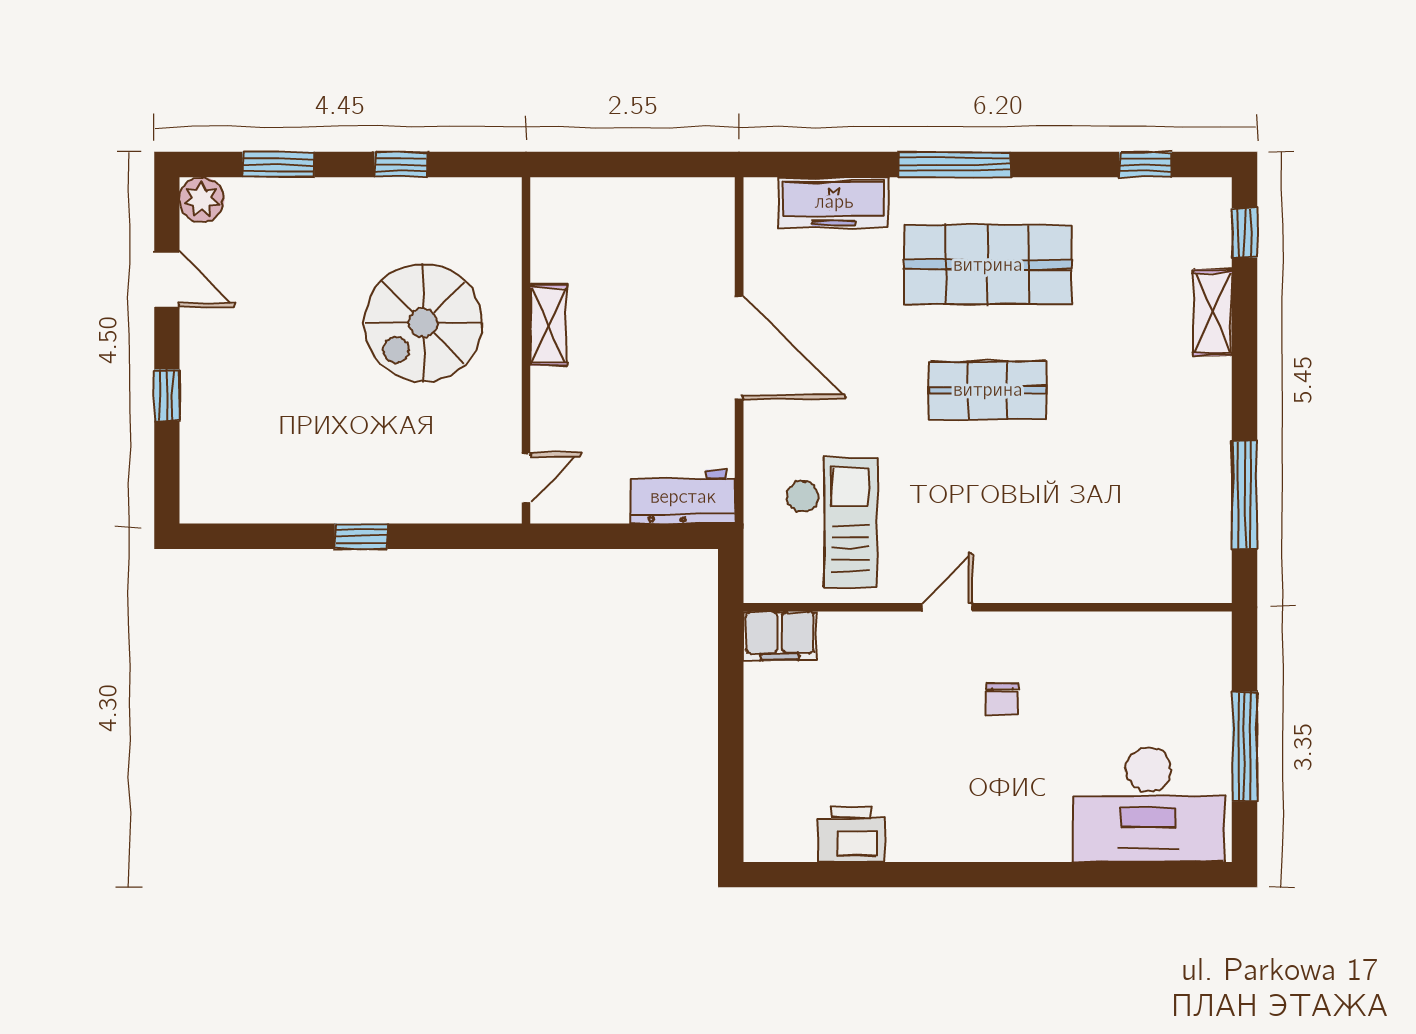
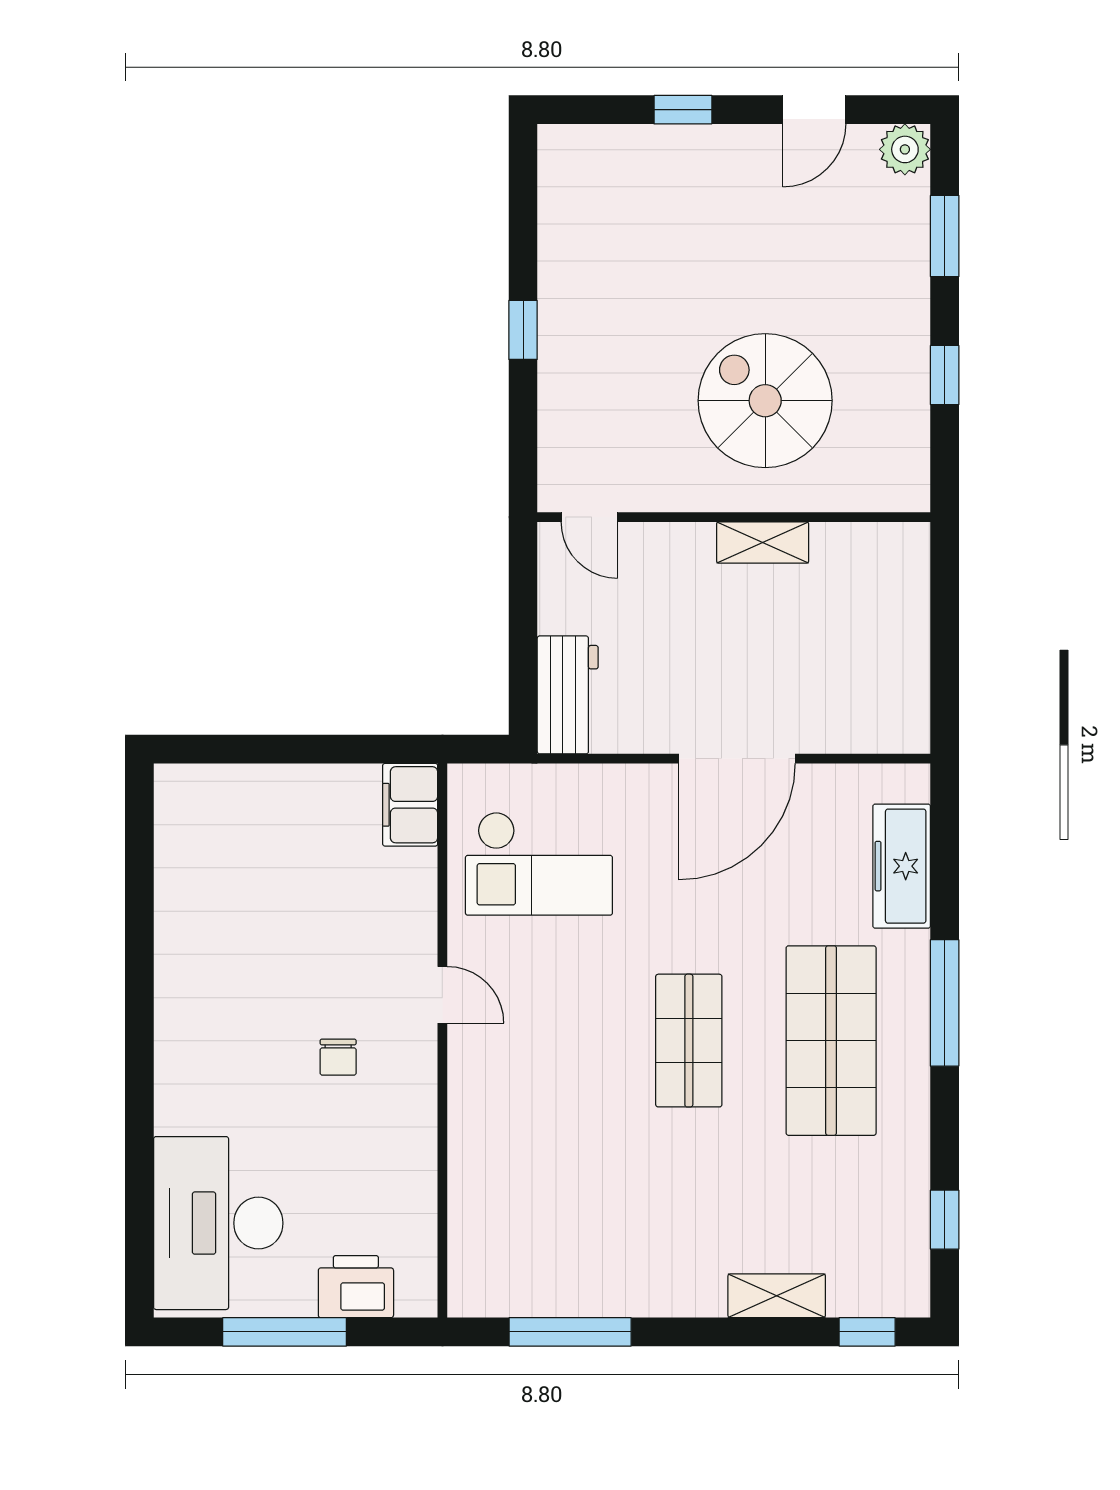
chair: (1002, 699) -> (338, 1057), turned -90
printer: (851, 835) -> (356, 1287), moved, turned -90

